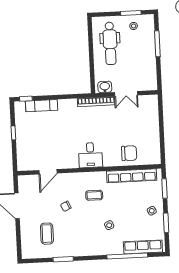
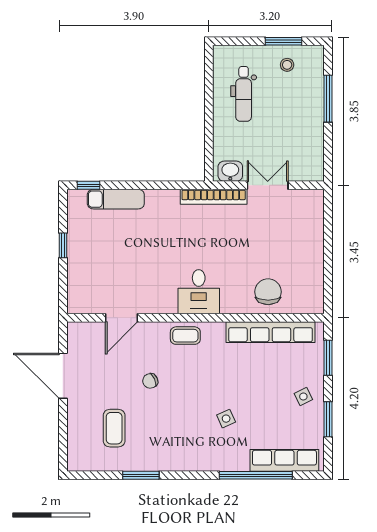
dental chair: (110, 43) -> (244, 94), width x0.73, depth x0.72
double door: (126, 94) -> (268, 185), swing flipped
chair: (129, 153) -> (268, 292), turned -90
coffee table: (94, 195) -> (185, 336), moved

